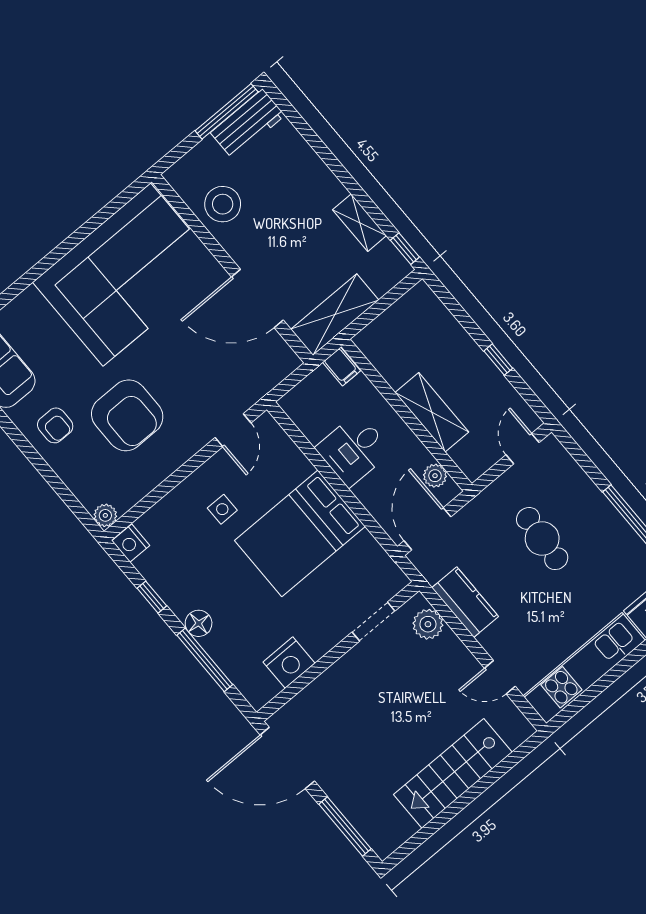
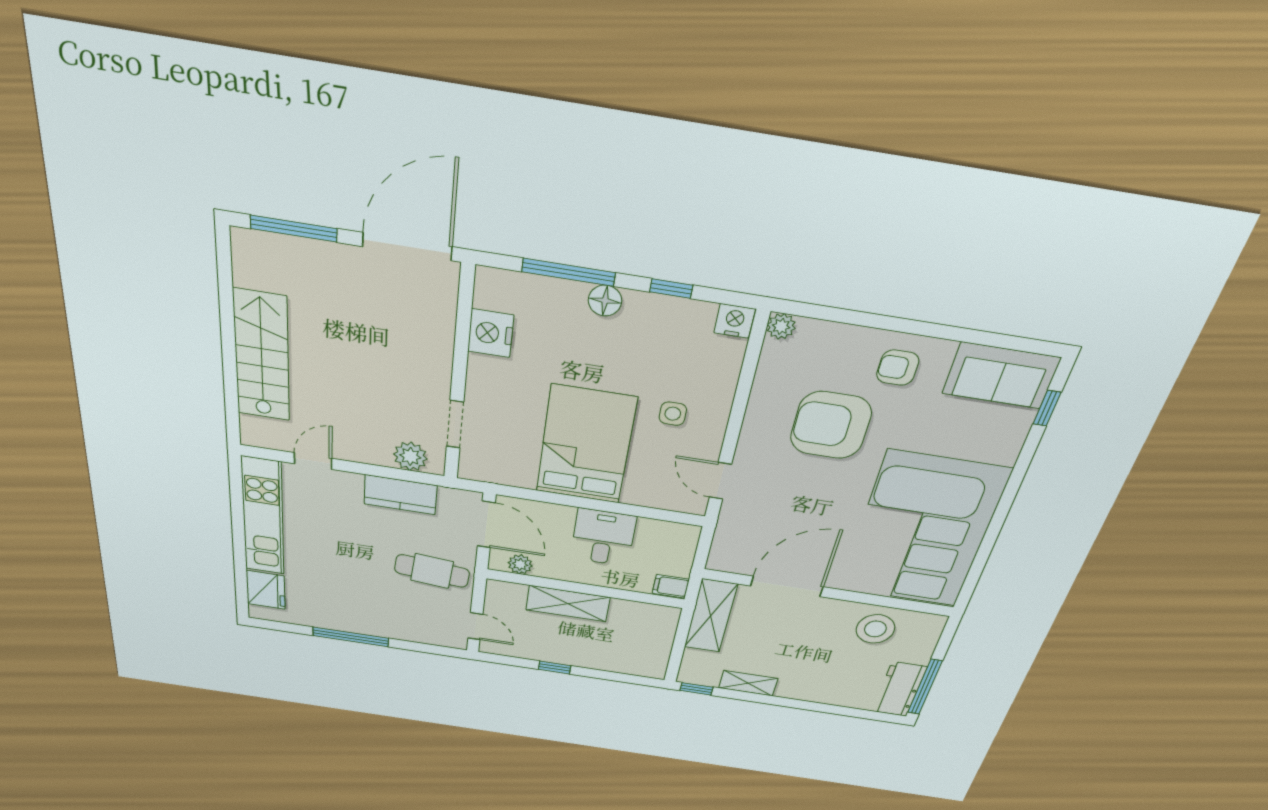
cafe table: (542, 539) -> (432, 571), moved

